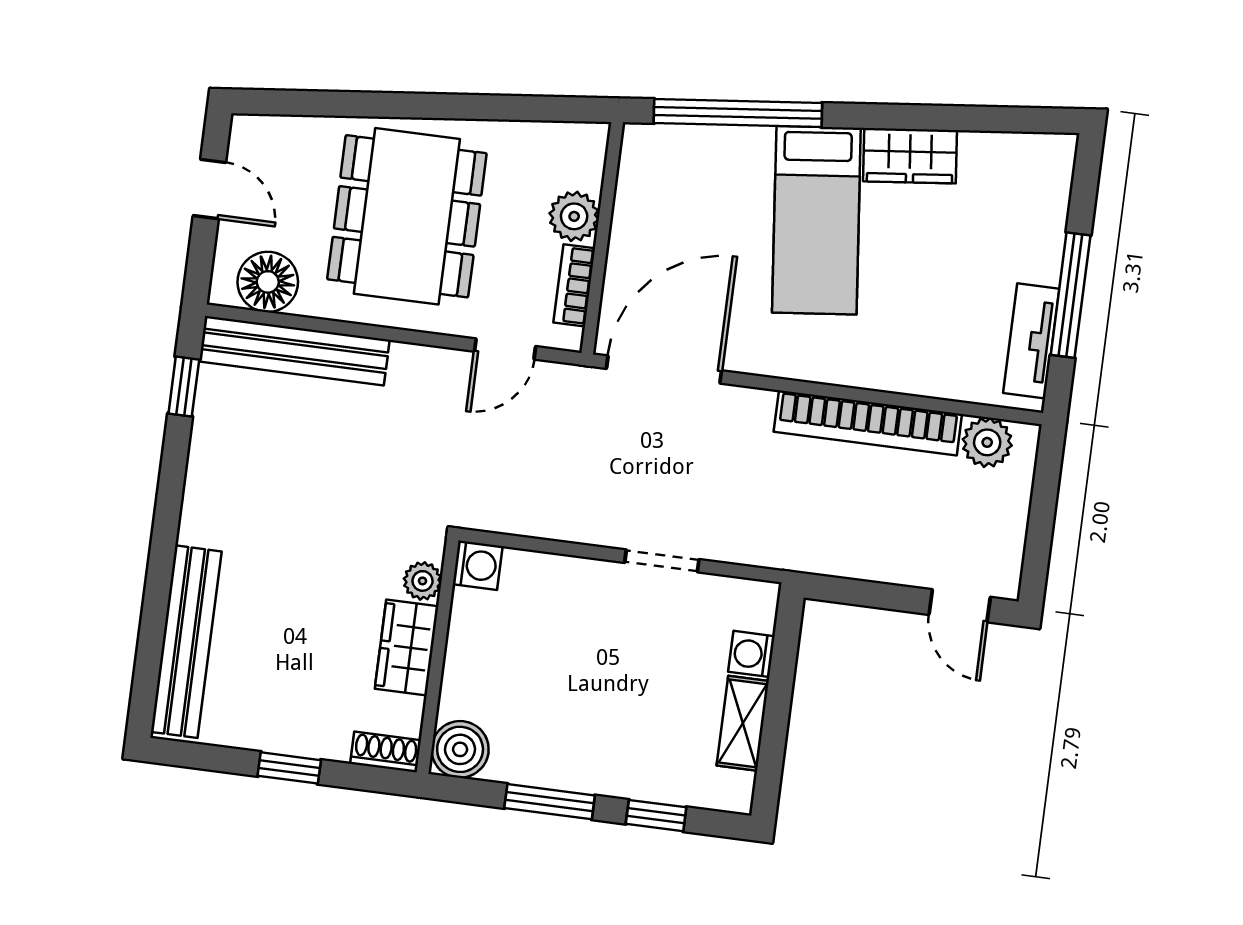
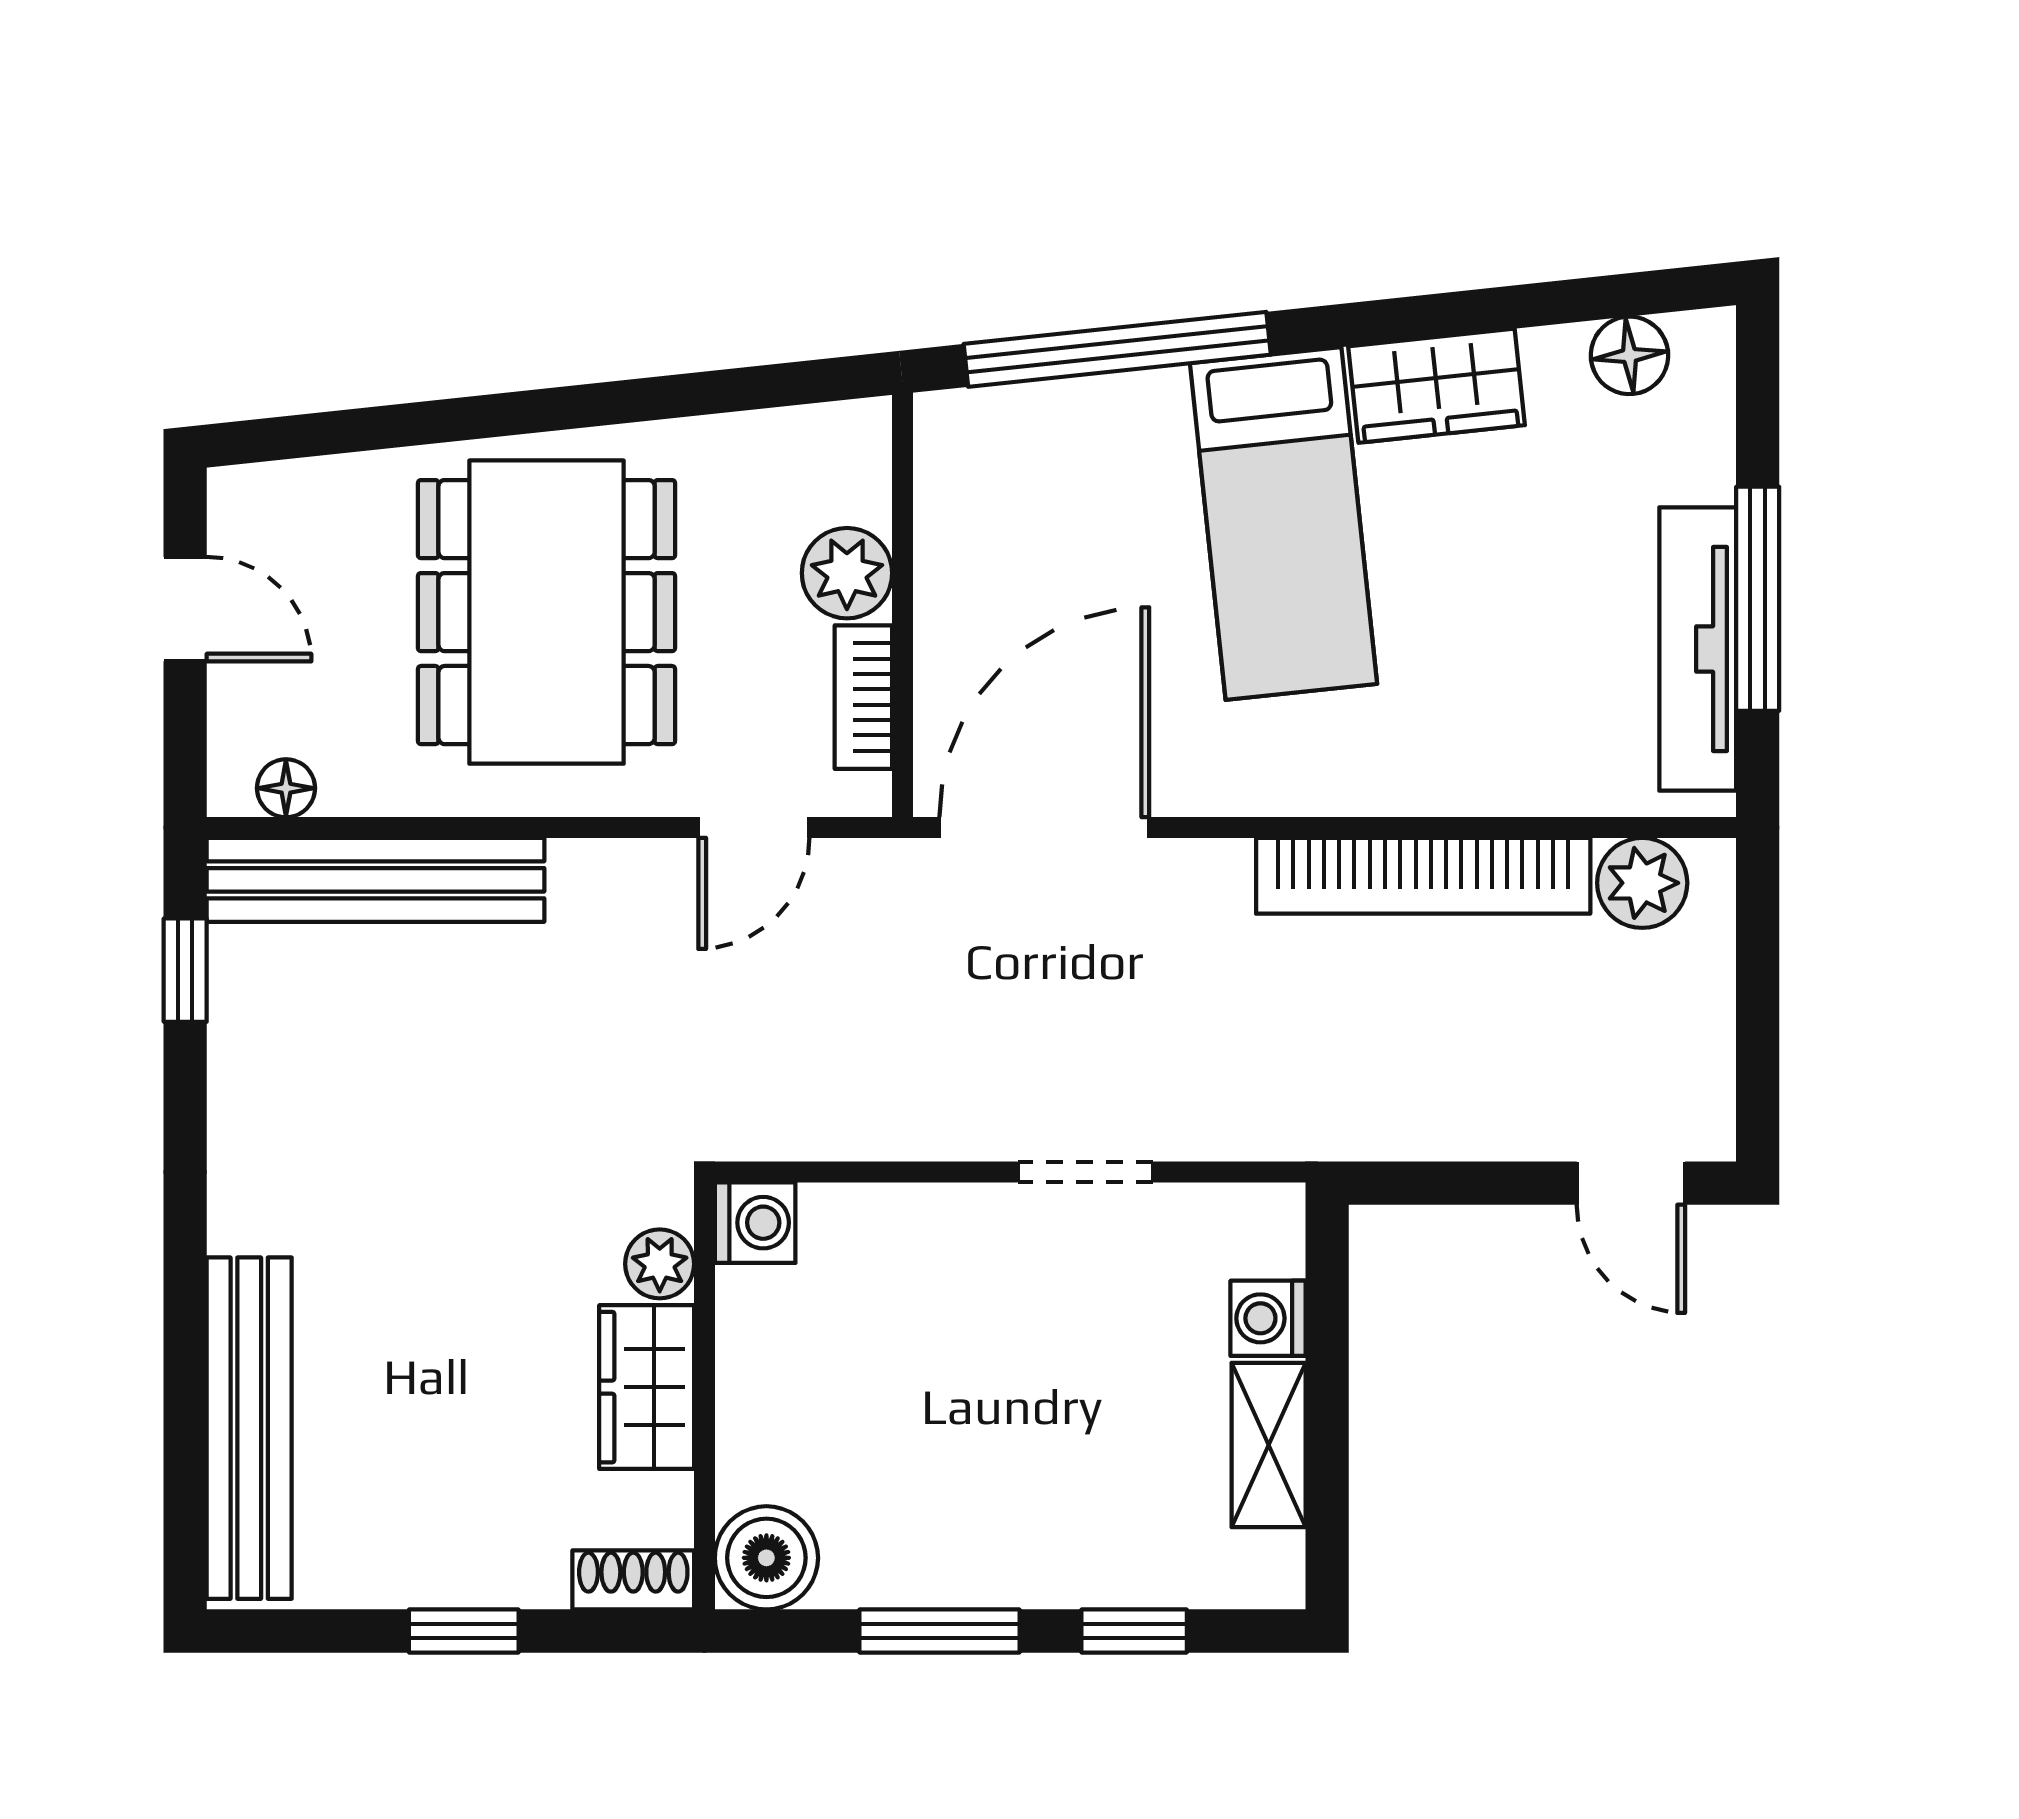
floor lamp: (1018, 153) -> (1629, 355), added
floor lamp: (268, 282) -> (286, 788), width x0.53, depth x0.53
tv unit: (1031, 341) -> (1698, 649), width x1.41

